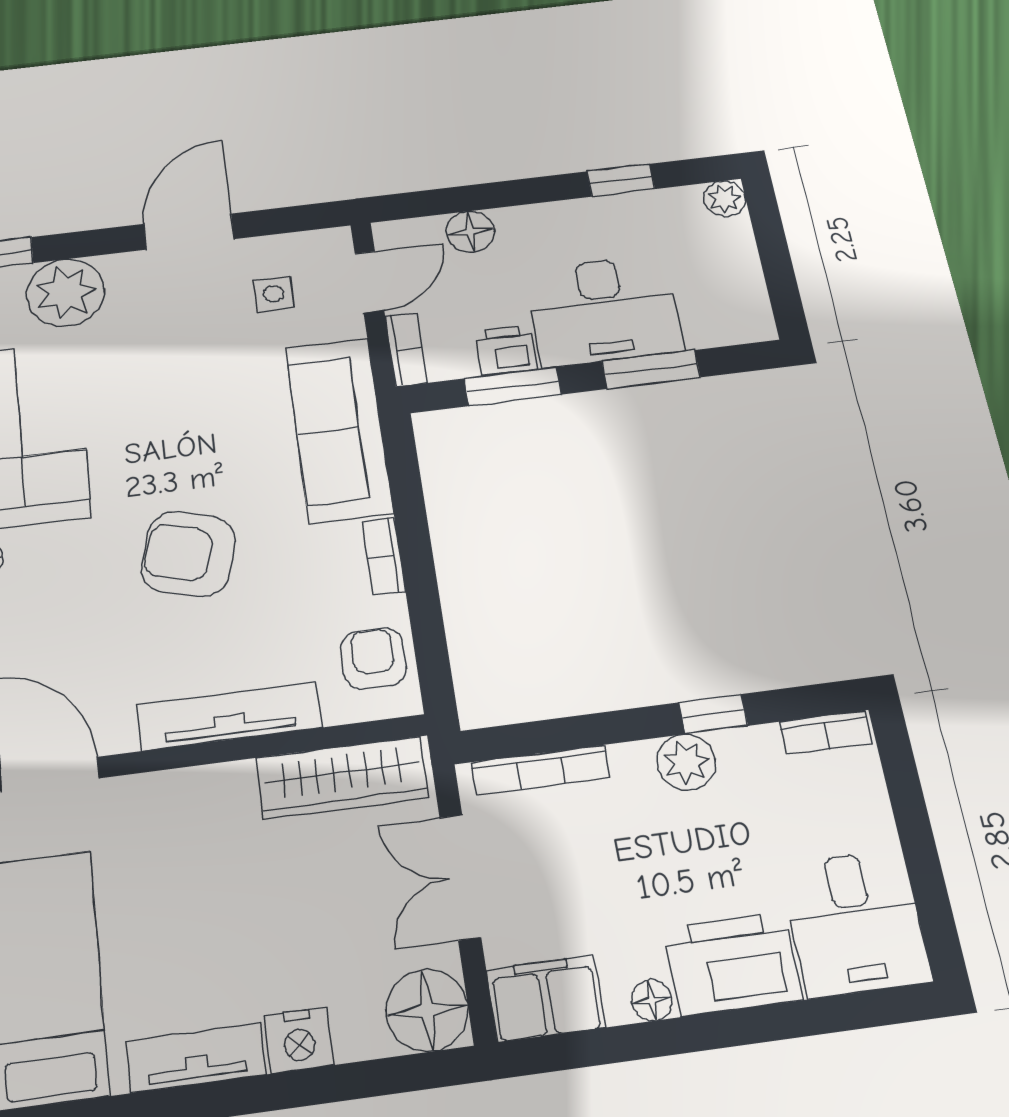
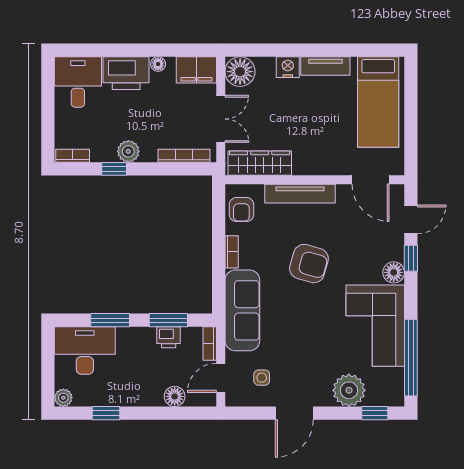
desk: (604, 310) -> (85, 351), moved

